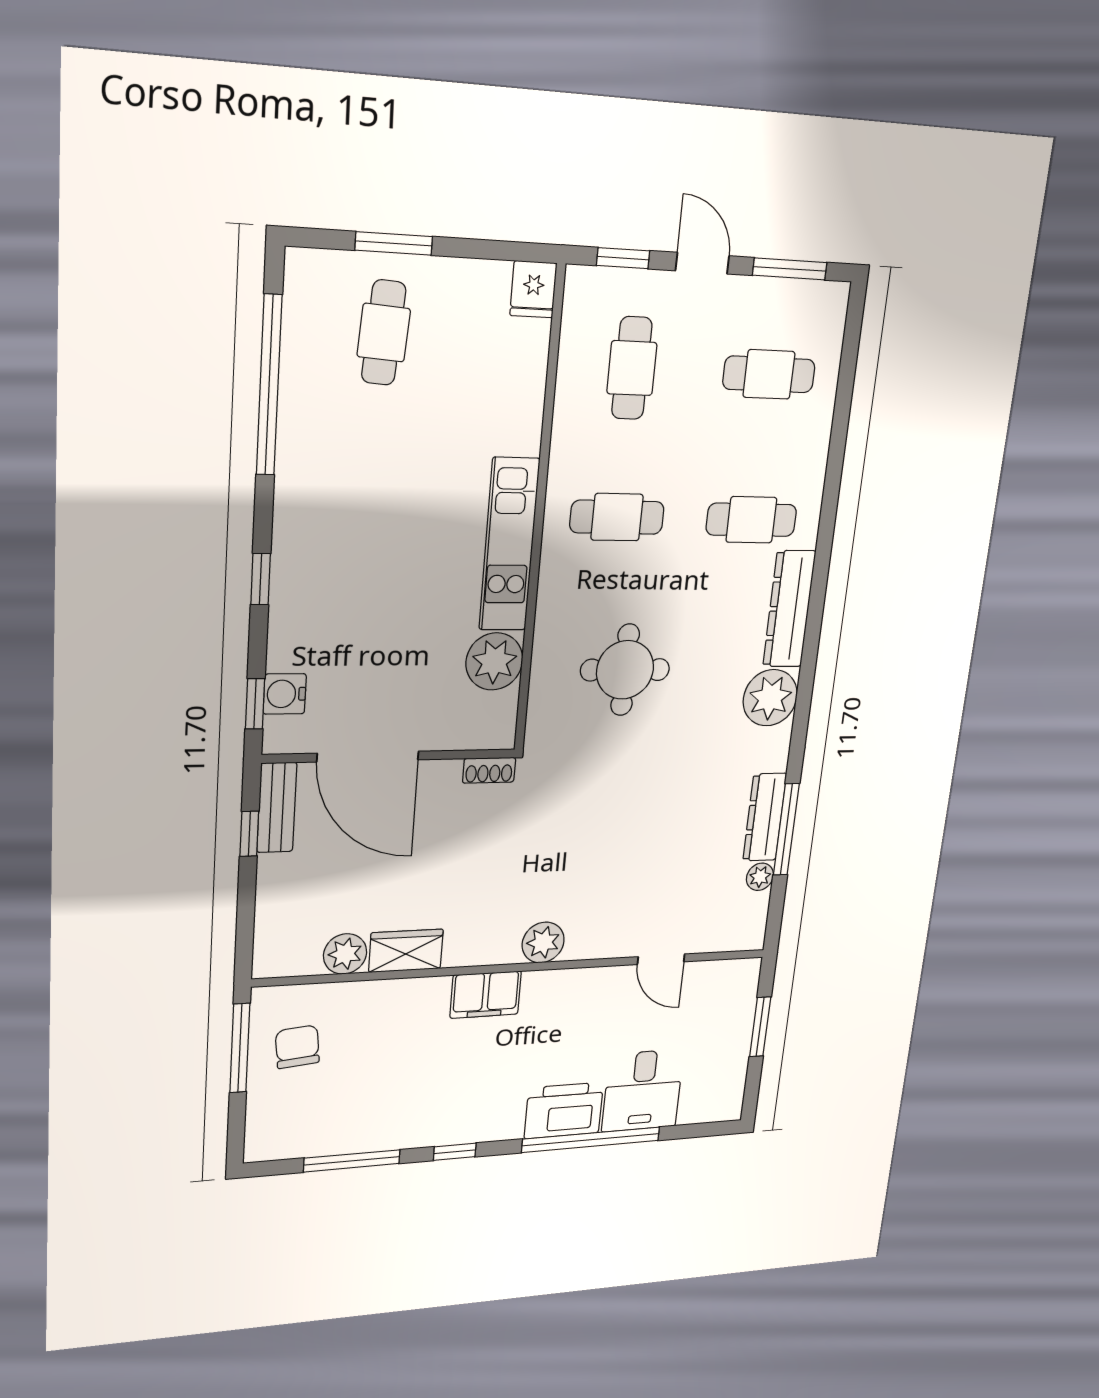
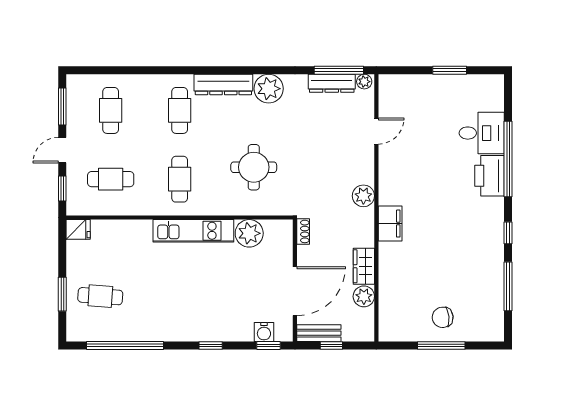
plant: (543, 942) -> (363, 196), moved
wardrobe: (406, 951) -> (364, 266), moved
plant: (345, 954) -> (364, 296), moved
door: (661, 959) -> (376, 131), moved
wall: (518, 968) -> (376, 208), moved
filing cabinet: (486, 995) -> (390, 224), moved

